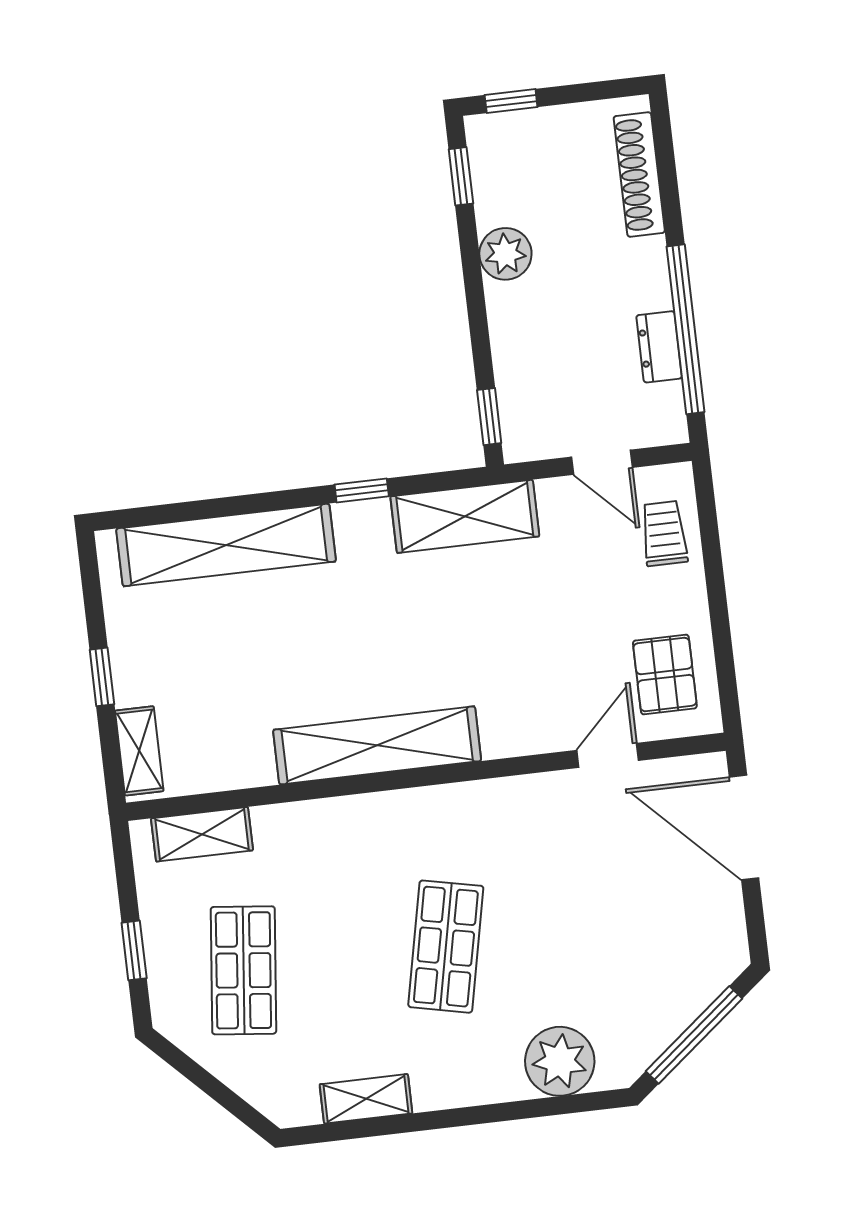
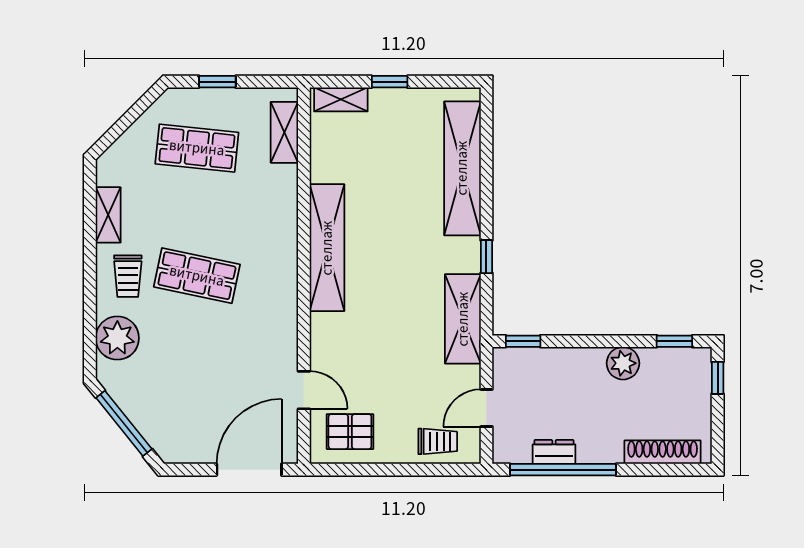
trolley: (460, 1056) -> (128, 276), added

